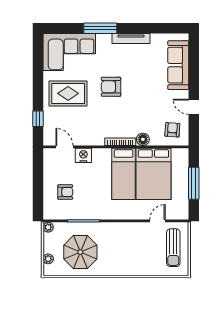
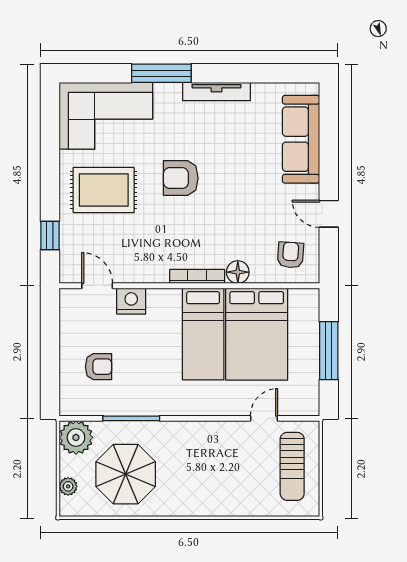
plant: (48, 227) -> (76, 437), width x1.87, depth x1.87

